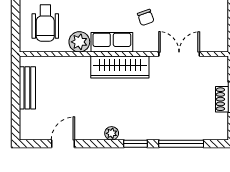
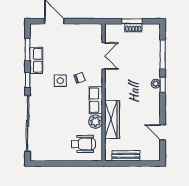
double door: (179, 54) -> (104, 56), swing flipped
wardrobe: (120, 67) -> (112, 120), moved
plant: (112, 133) -> (156, 84), moved

